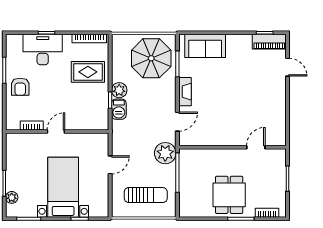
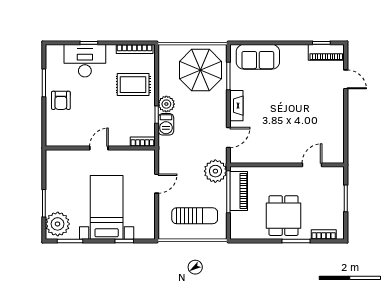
bookcase: (32, 125) -> (142, 142), moved
piano: (187, 172) -> (239, 191), added
plant: (12, 197) -> (58, 224), width x1.87, depth x1.87

